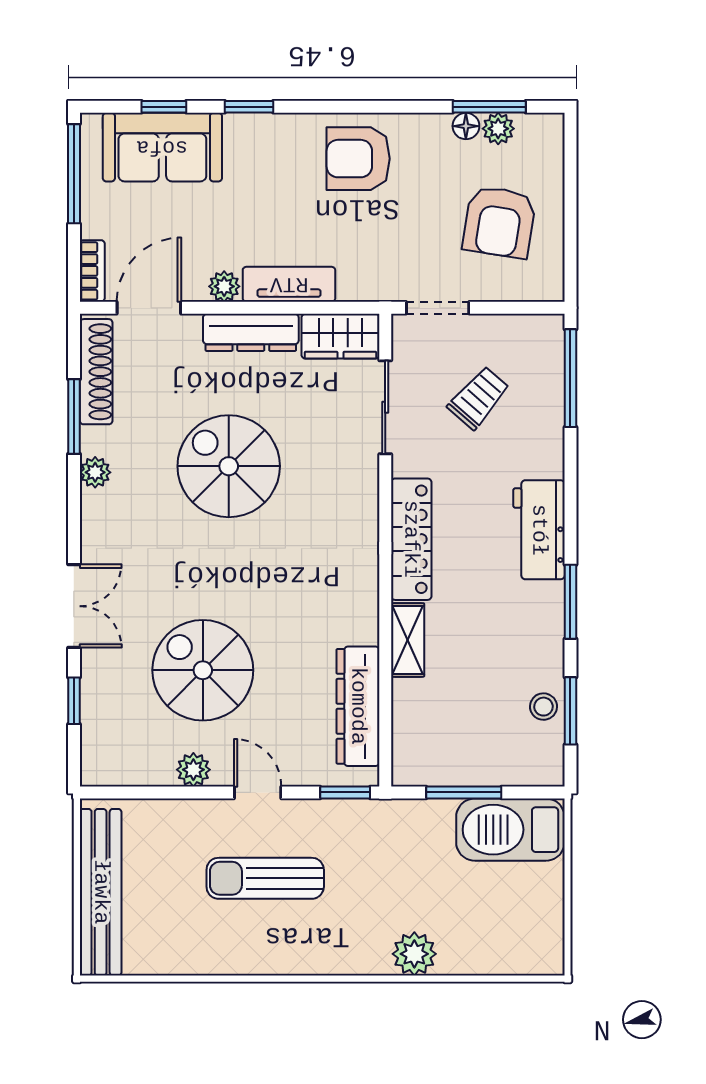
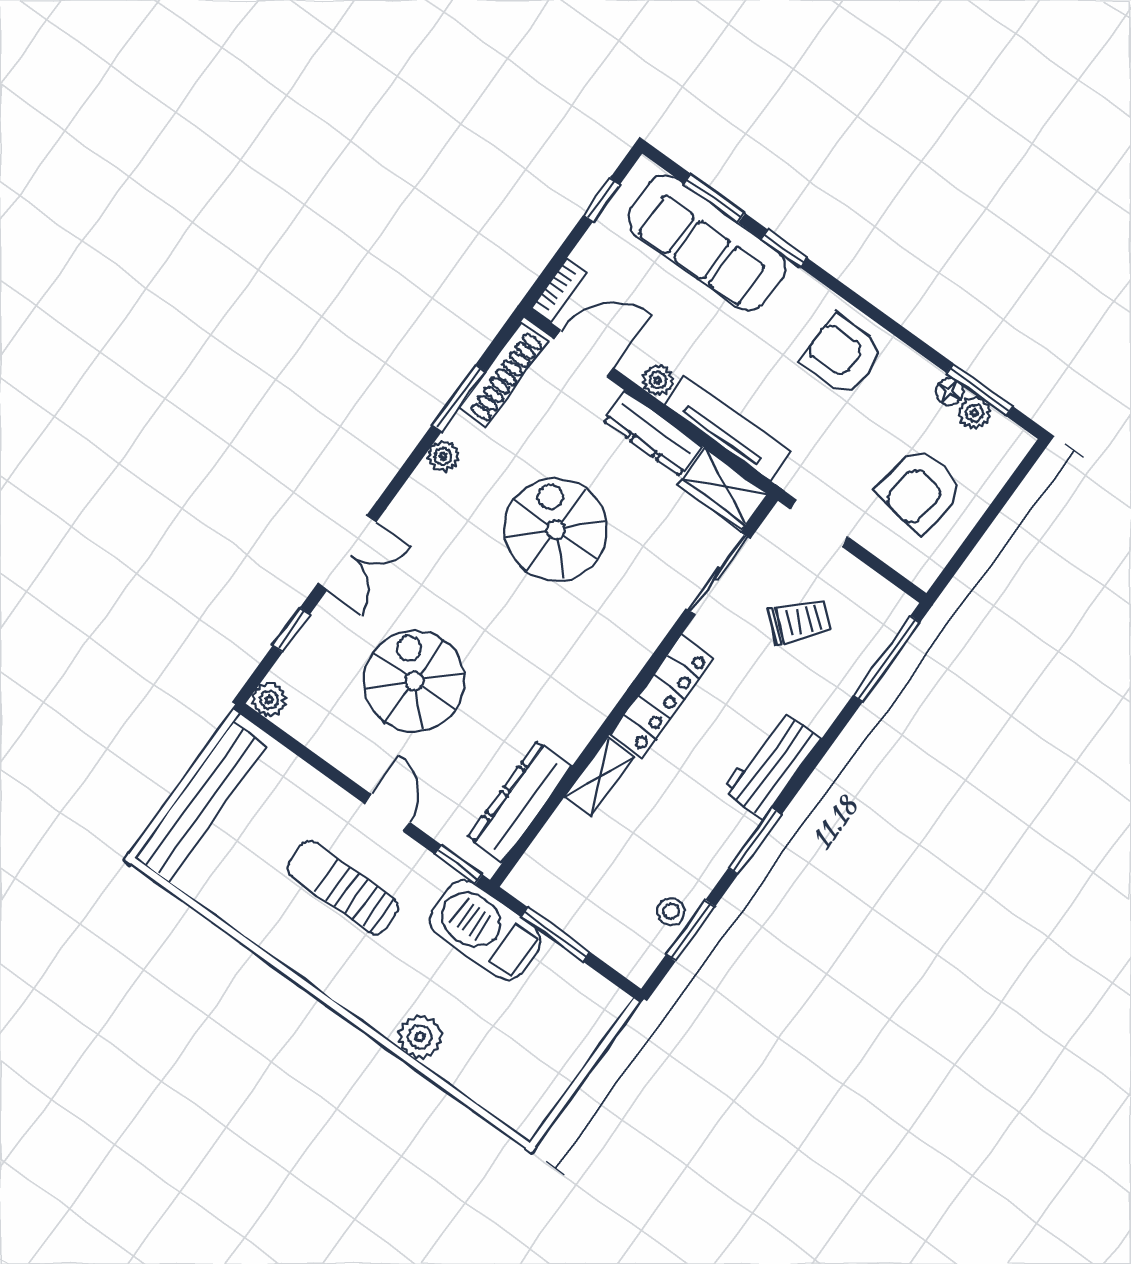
window: (164, 107) -> (714, 198), width x1.50
sofa: (162, 147) -> (707, 243), width x1.36
window: (74, 174) -> (601, 200), width x0.46
tv unit: (289, 284) -> (727, 428), width x1.41
plant: (193, 770) -> (269, 700), moved
barbecue: (510, 830) -> (485, 930), moved

